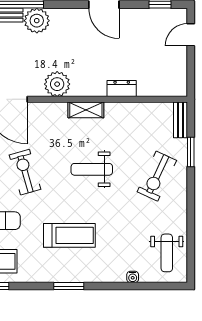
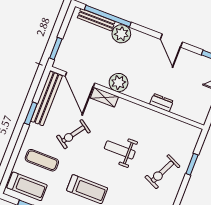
shelving: (86, 110) -> (104, 97), moved
bench: (180, 120) -> (193, 140), removed
exercise bike: (25, 172) -> (73, 134), turned -129

